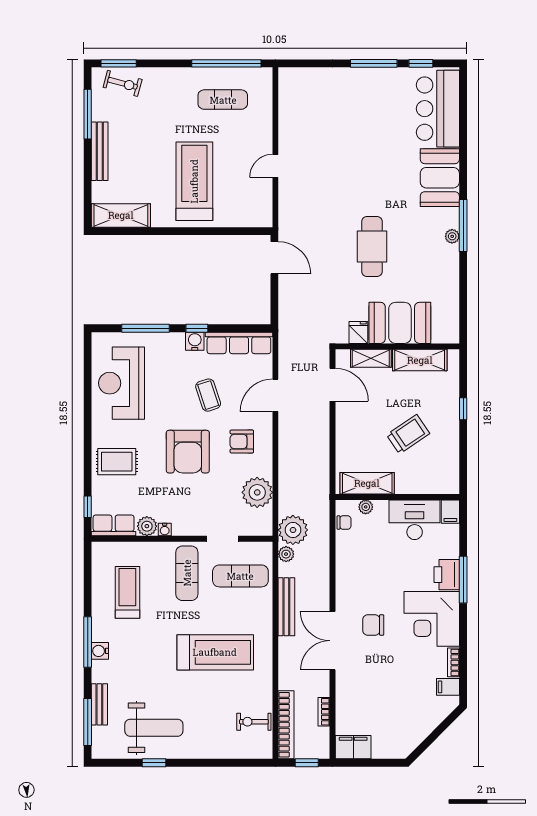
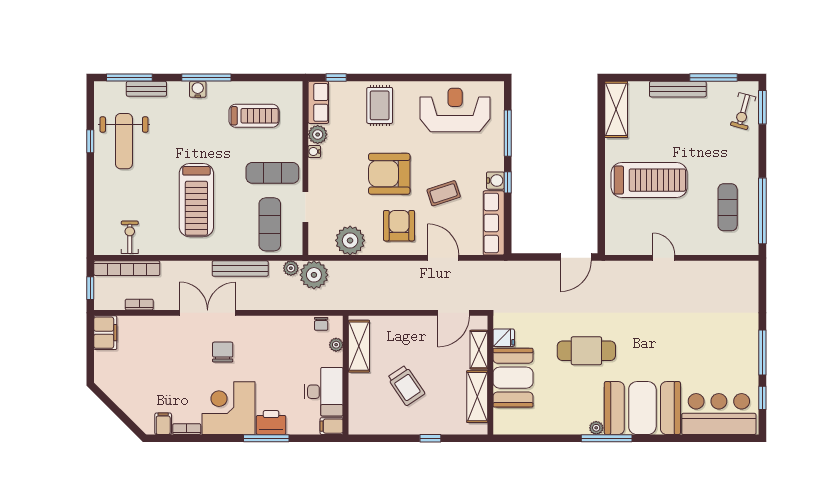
booth: (440, 178) -> (642, 408), width x1.36, depth x1.42
armchair: (242, 441) -> (399, 226), width x1.38, depth x1.38

